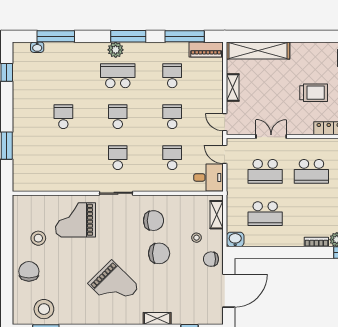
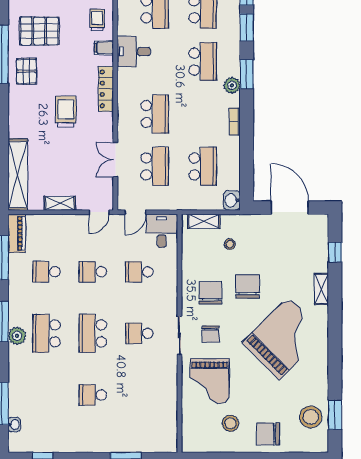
school desk: (118, 117) -> (93, 333), width x1.85
bookcase: (316, 242) -> (235, 121), moved
chair: (211, 259) -> (211, 334), moved
grand piano: (114, 285) -> (284, 338), width x1.37, depth x1.48

